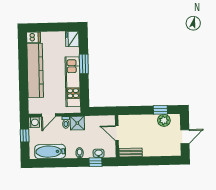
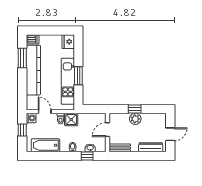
window: (23, 58) -> (22, 58), added
window: (84, 64) -> (78, 76), moved
window: (160, 110) -> (135, 109), moved
door: (48, 115) -> (45, 112), swing flipped
plant: (164, 120) -> (135, 119), moved
door: (117, 133) -> (107, 130), hinge flipped
dresser: (164, 151) -> (151, 147), added

